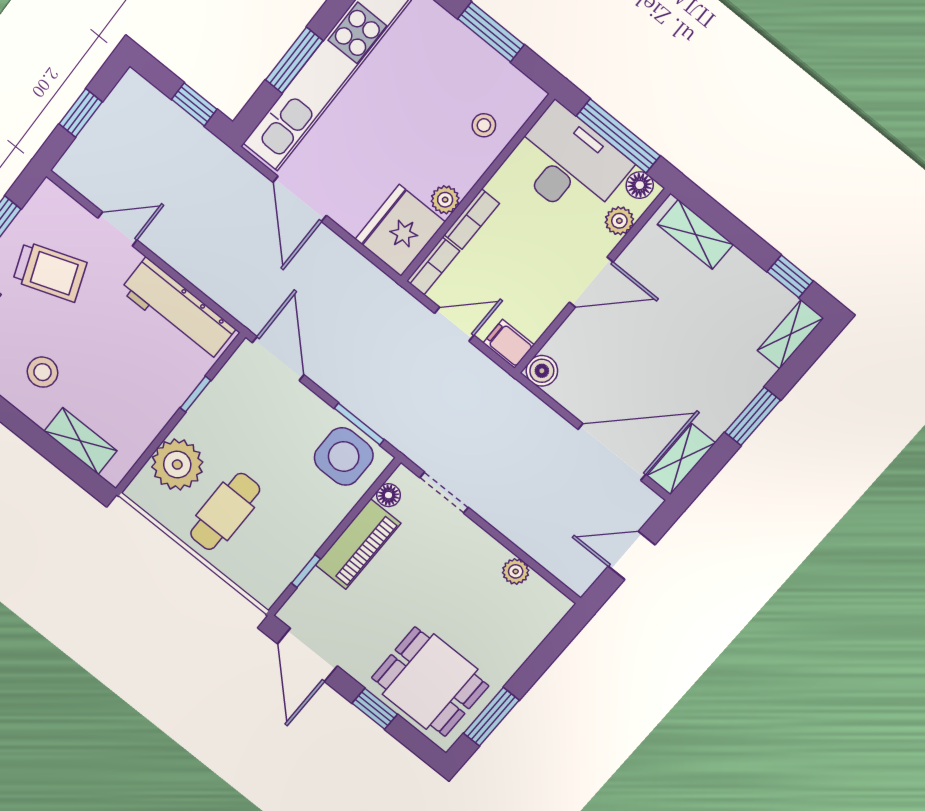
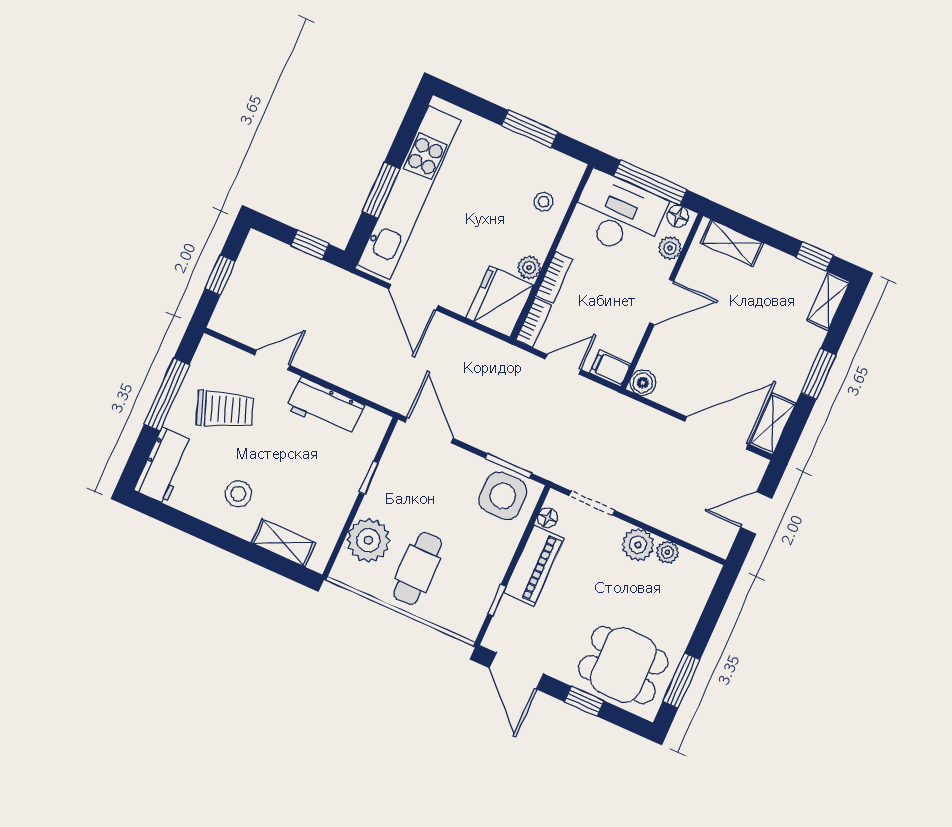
workbench: (178, 310) -> (325, 407), width x0.73
plant: (484, 554) -> (638, 545), added

